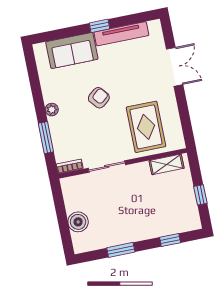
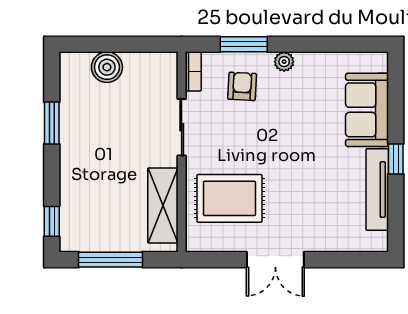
double door: (175, 67) -> (275, 260), moved
armchair: (99, 98) -> (242, 86), moved, turned -137
shelving: (167, 164) -> (163, 205), width x1.50, depth x1.33
window: (200, 195) -> (110, 260), width x2.17
window: (170, 240) -> (52, 221), moved

